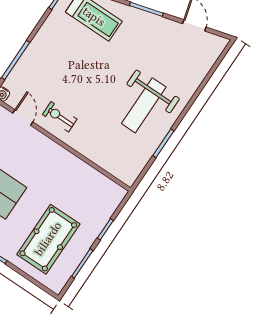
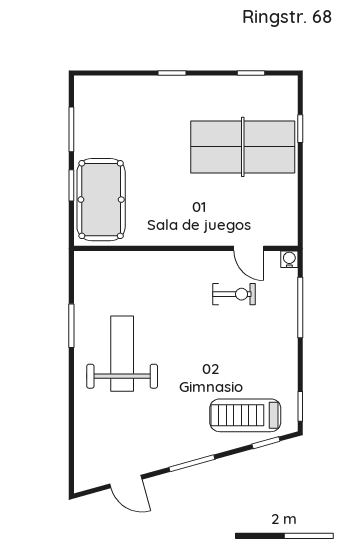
exercise bike: (60, 117) -> (234, 294), moved
pool table: (48, 239) -> (101, 200), moved

